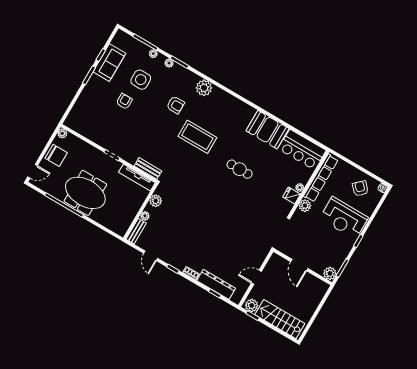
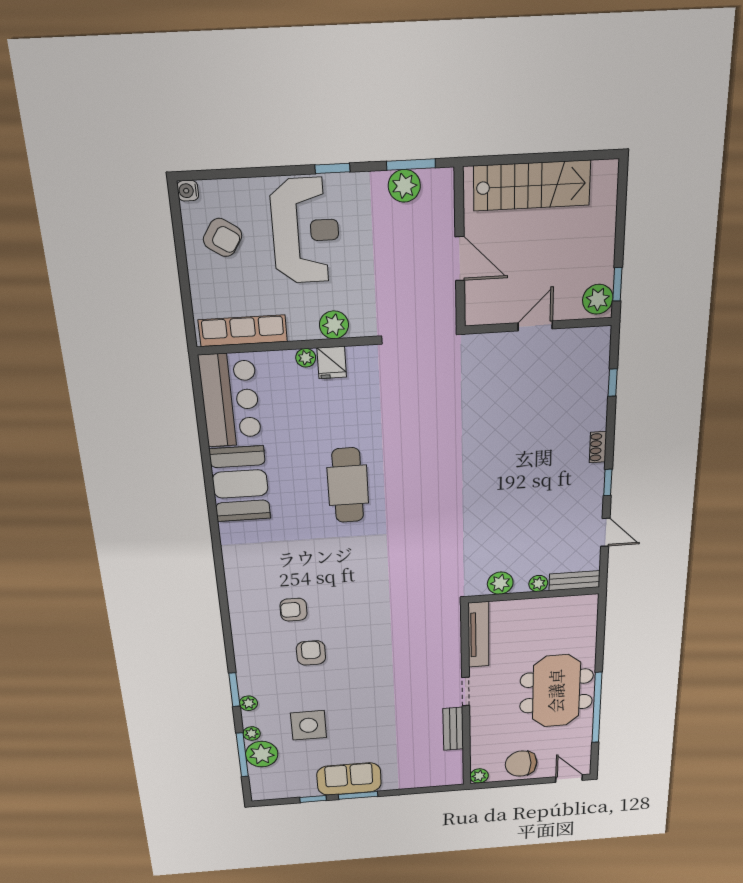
sofa: (109, 63) -> (349, 779), moved
plant: (204, 88) -> (262, 754), moved
armchair: (124, 101) -> (294, 610), moved
coffee table: (197, 137) -> (340, 588), removed
chair: (56, 155) -> (521, 764), turned -90
bench: (148, 168) -> (453, 729), moved
cafe table: (240, 169) -> (348, 485), width x1.37, depth x1.35
row of seats: (321, 178) -> (243, 331), width x0.73
armchair: (360, 188) -> (223, 237), turned -103
door: (151, 256) -> (605, 532), hinge flipped
door: (299, 265) -> (460, 259), hinge flipped
plant: (330, 273) -> (404, 186), moved
door: (256, 277) -> (535, 326), swing flipped
dresser: (216, 284) -> (594, 391), removed
stairs: (280, 319) -> (532, 186), moved, turned -90

